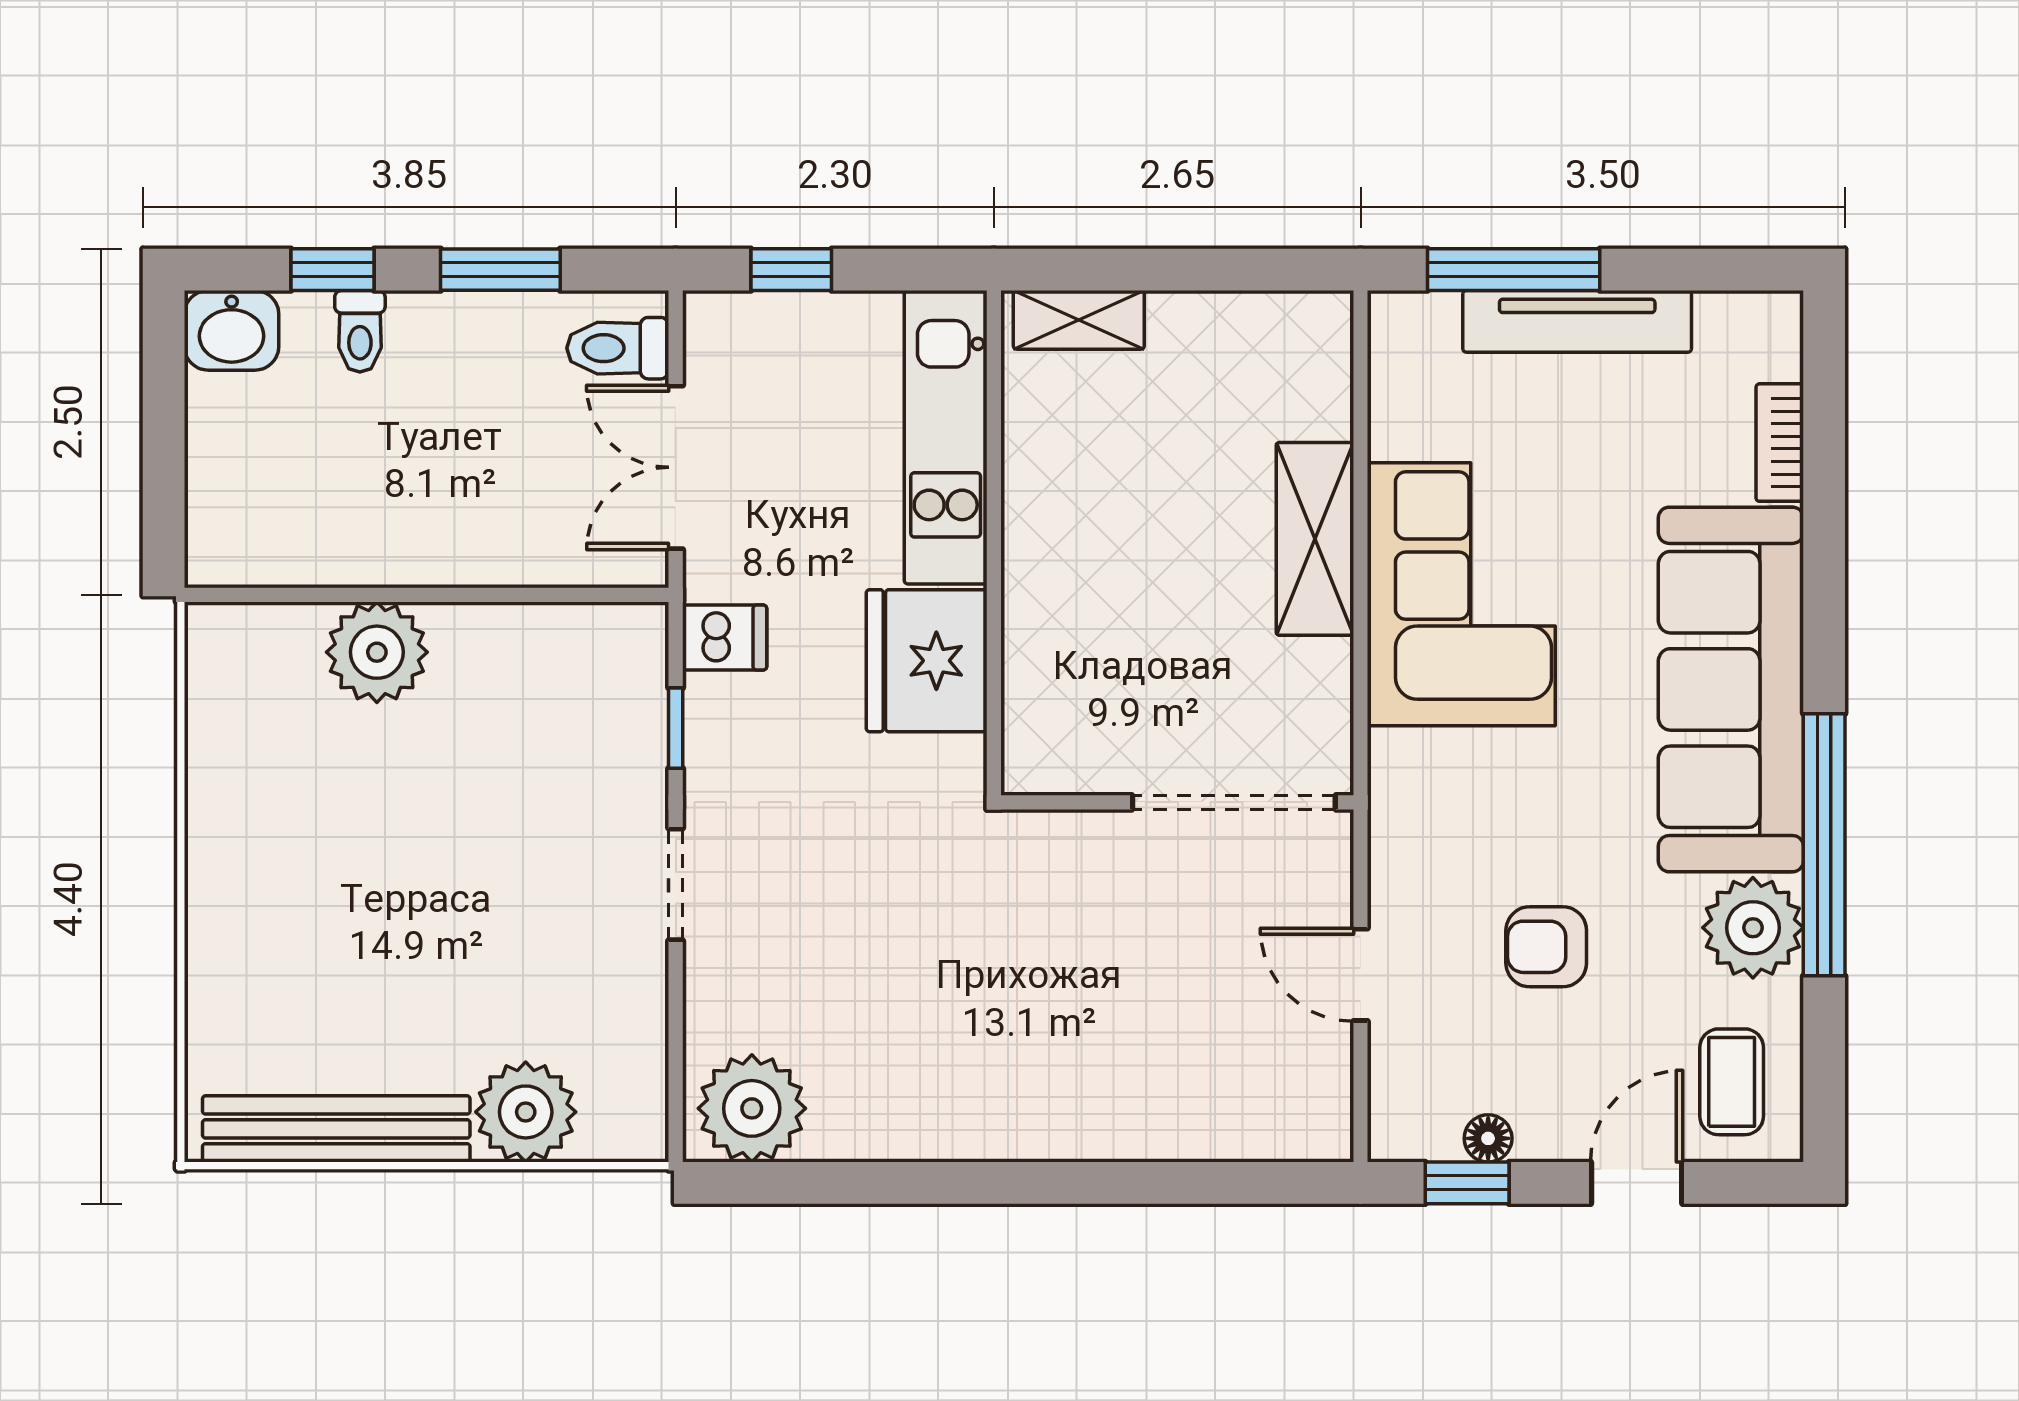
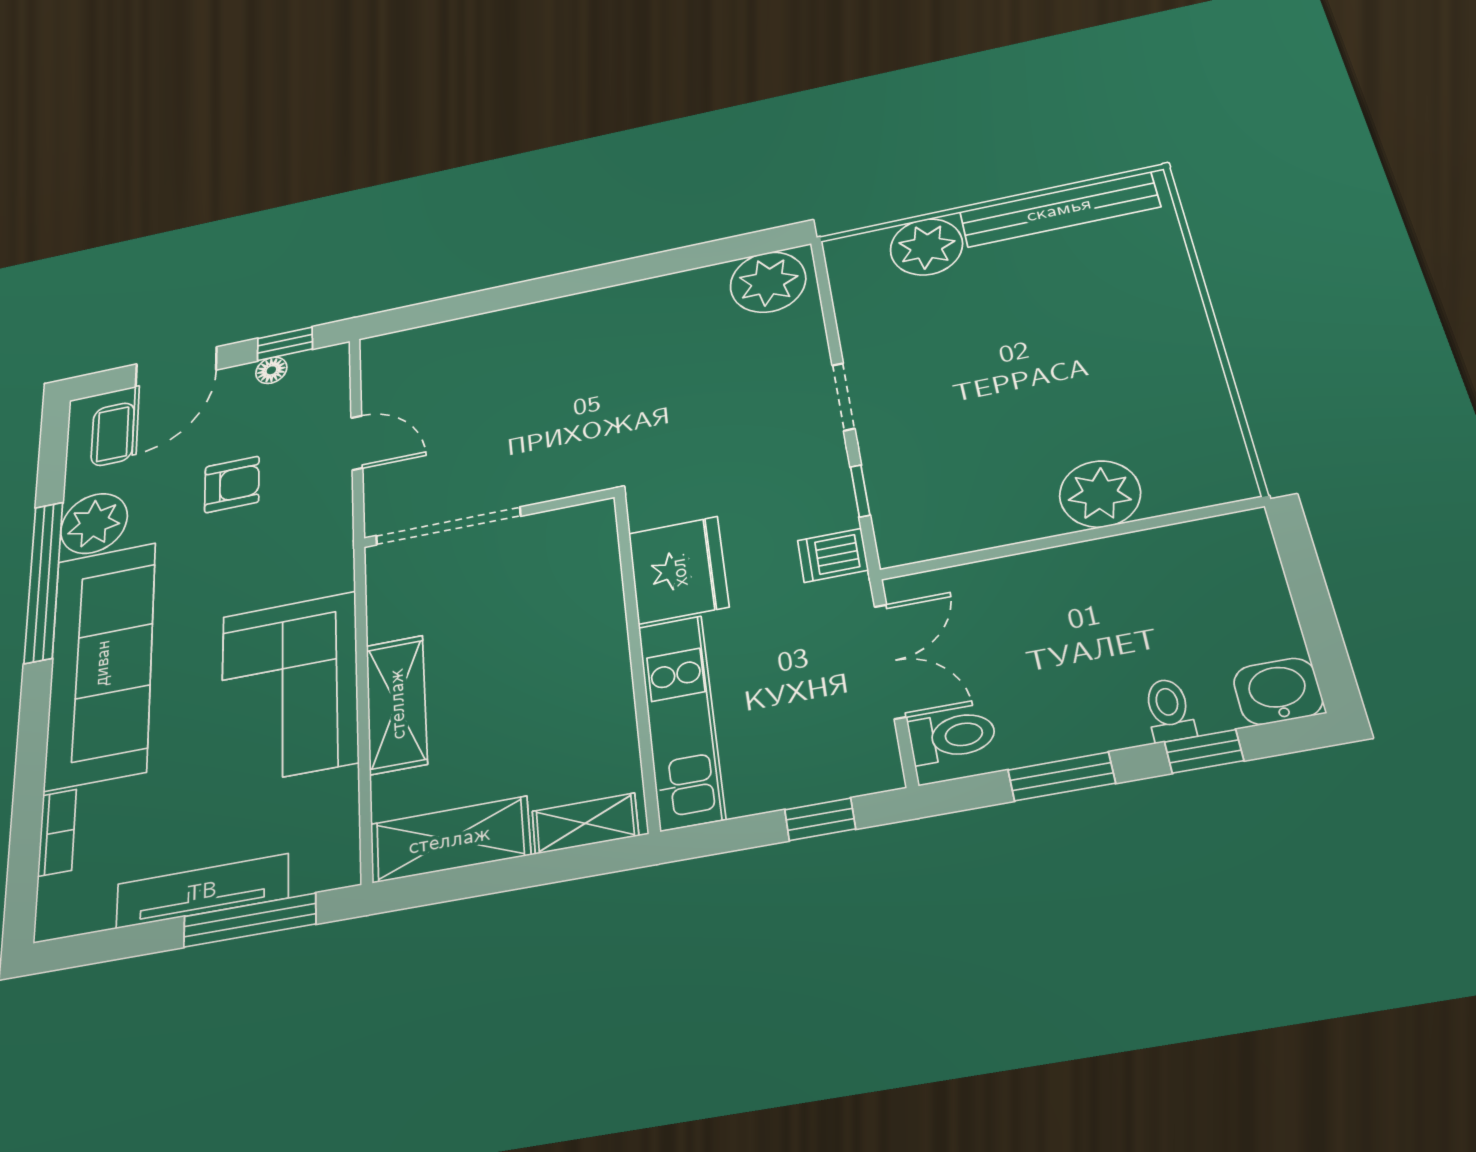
shelving: (1252, 331) -> (450, 839), added
door: (1637, 1183) -> (176, 367), width x1.38

